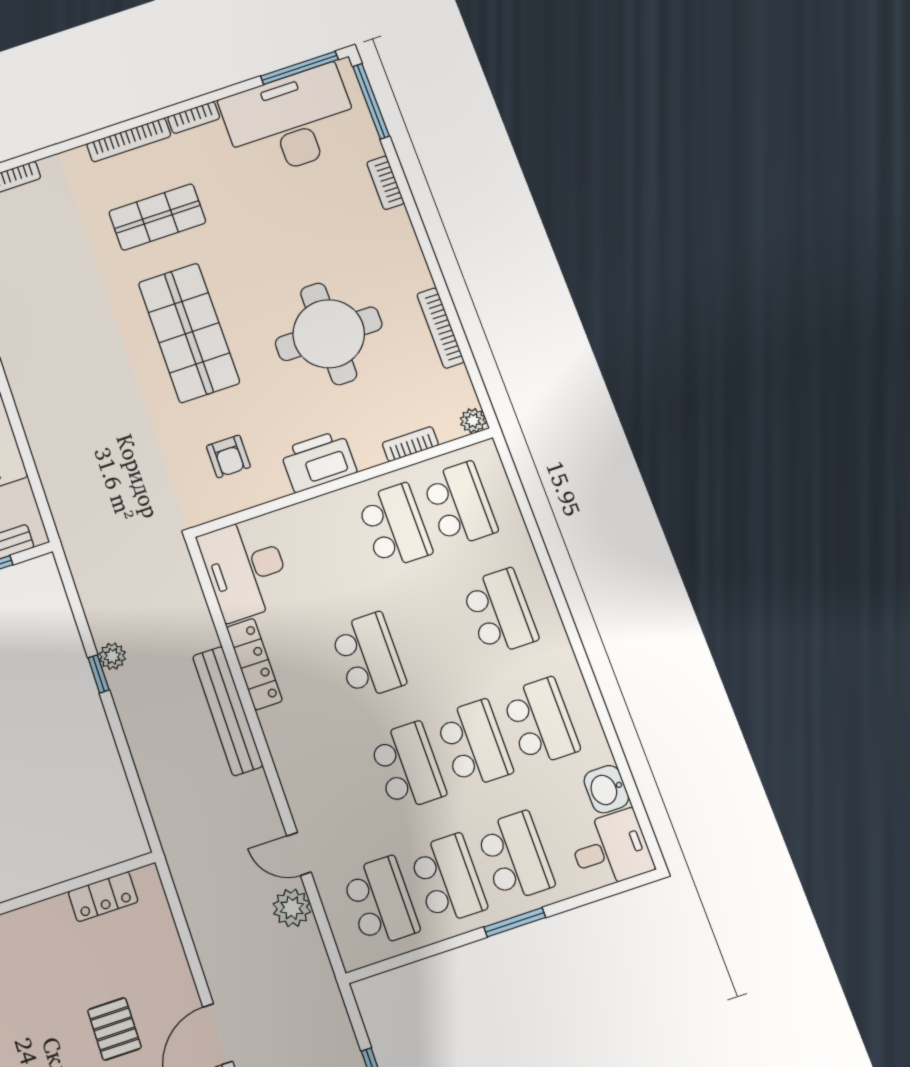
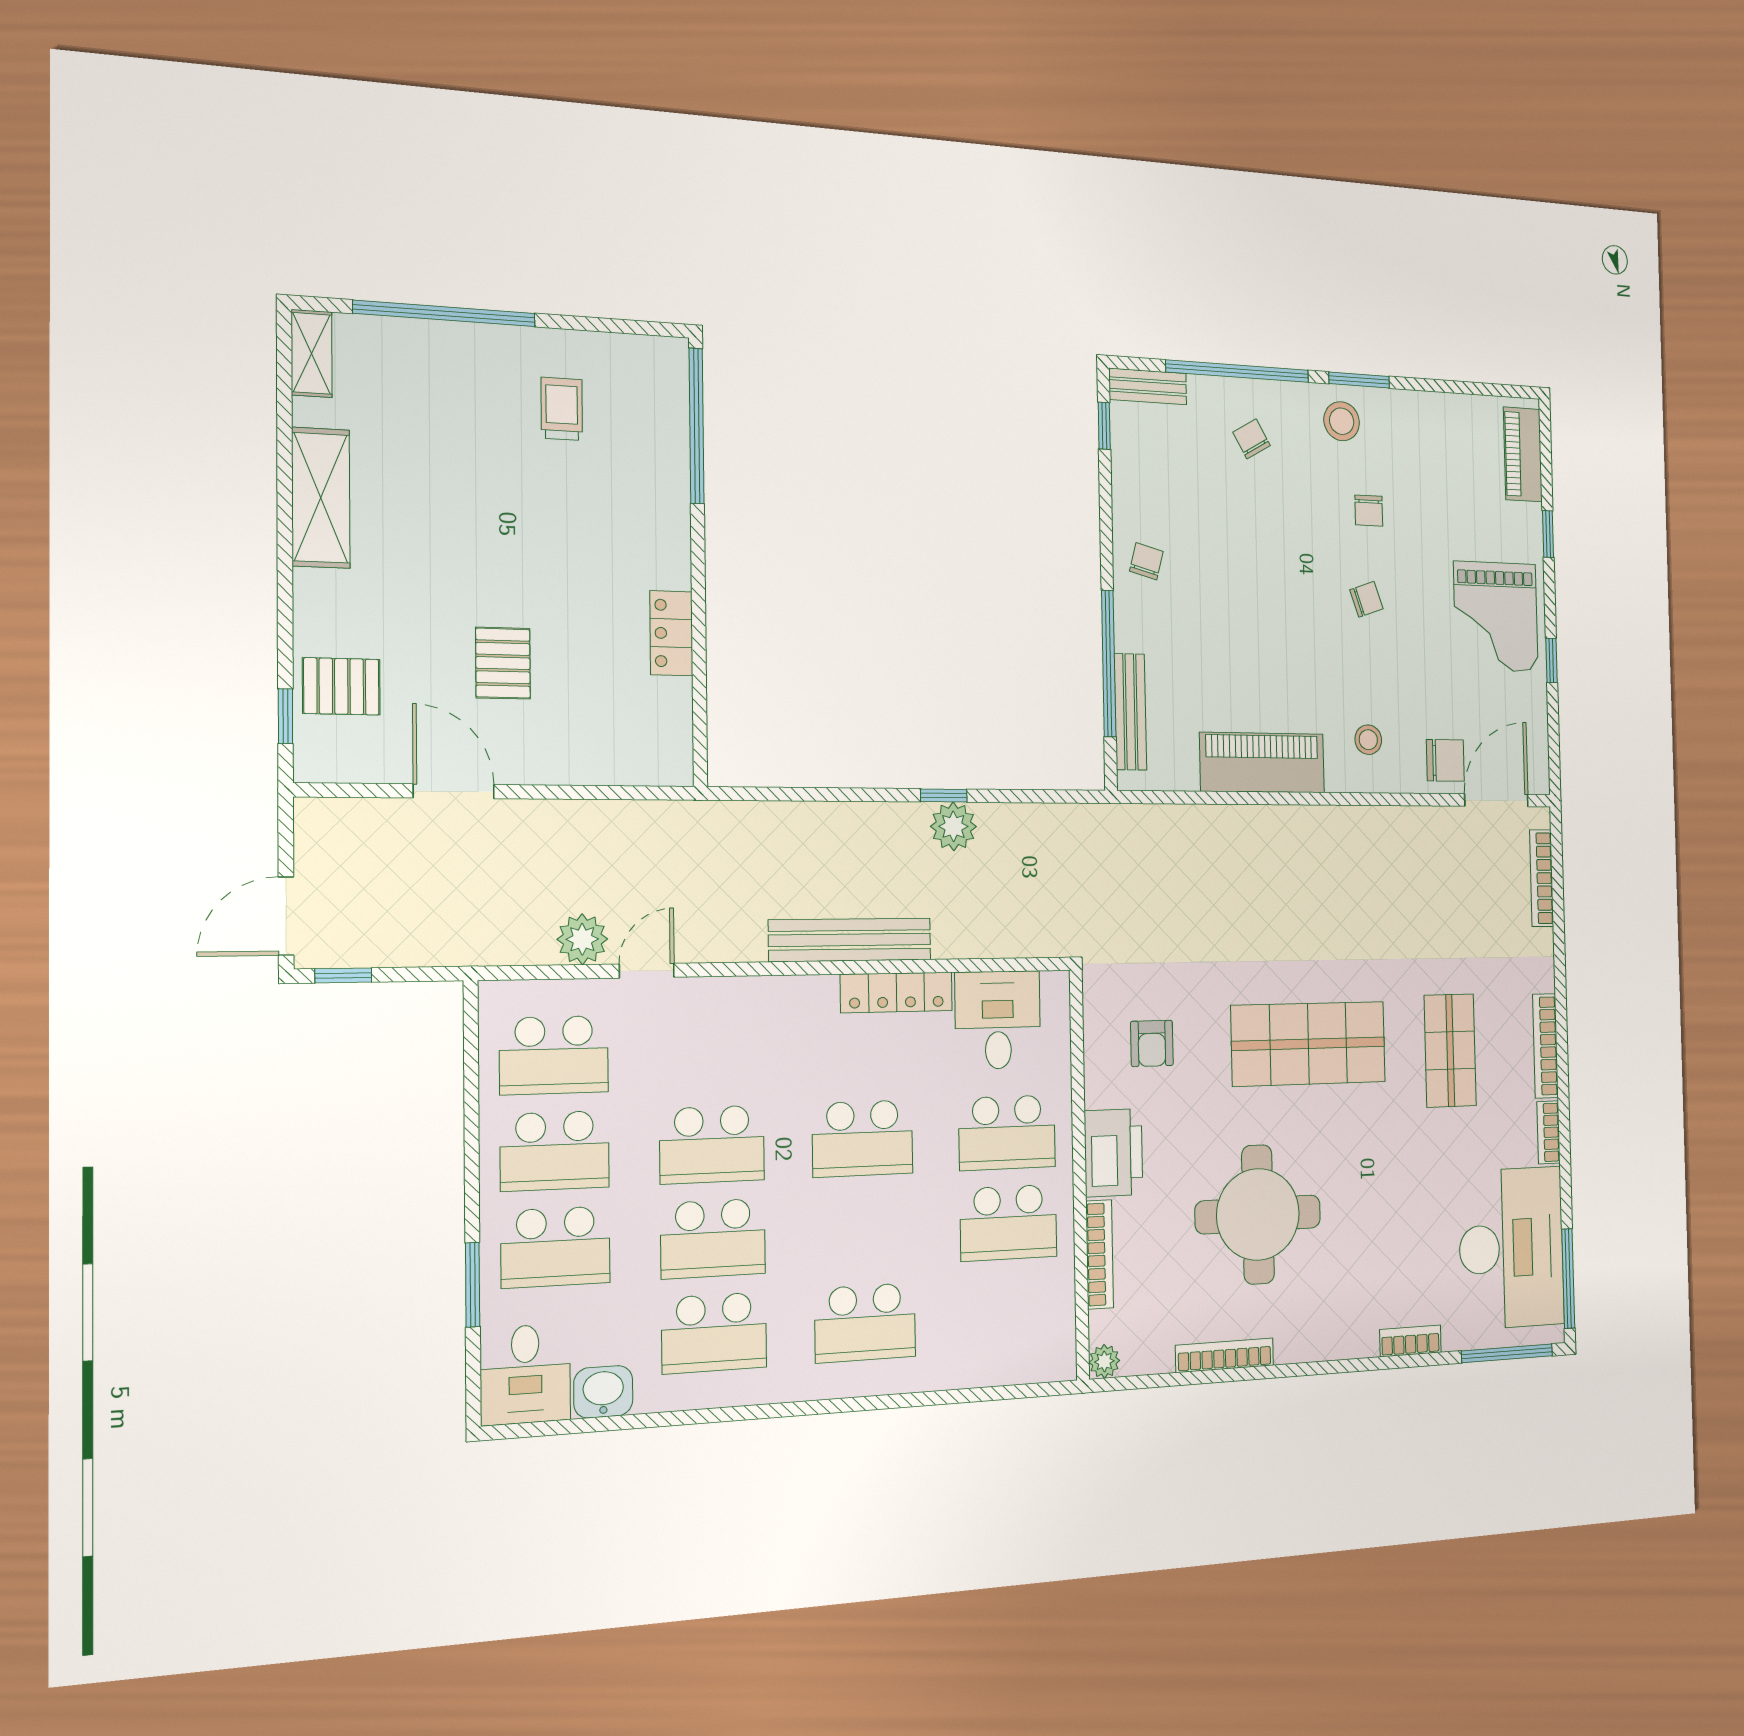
bookcase: (410, 444) -> (1100, 1254), width x1.56
armchair: (228, 456) -> (1152, 1043), turned -90
school desk: (460, 504) -> (1007, 1133), moved
desk: (245, 569) -> (998, 1020), width x0.73
plant: (112, 656) -> (953, 826), width x1.38, depth x1.38
locker: (103, 897) -> (671, 633), moved
window: (515, 922) -> (473, 1285), moved
pallet: (114, 1029) -> (503, 663), turned 90

